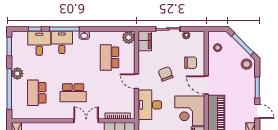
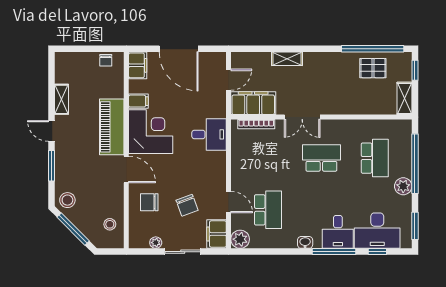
desk: (39, 43) -> (377, 231), width x1.37
chair: (166, 74) -> (187, 205), moved
door: (136, 81) -> (229, 202), moved
desk: (150, 105) -> (209, 134), width x0.73

